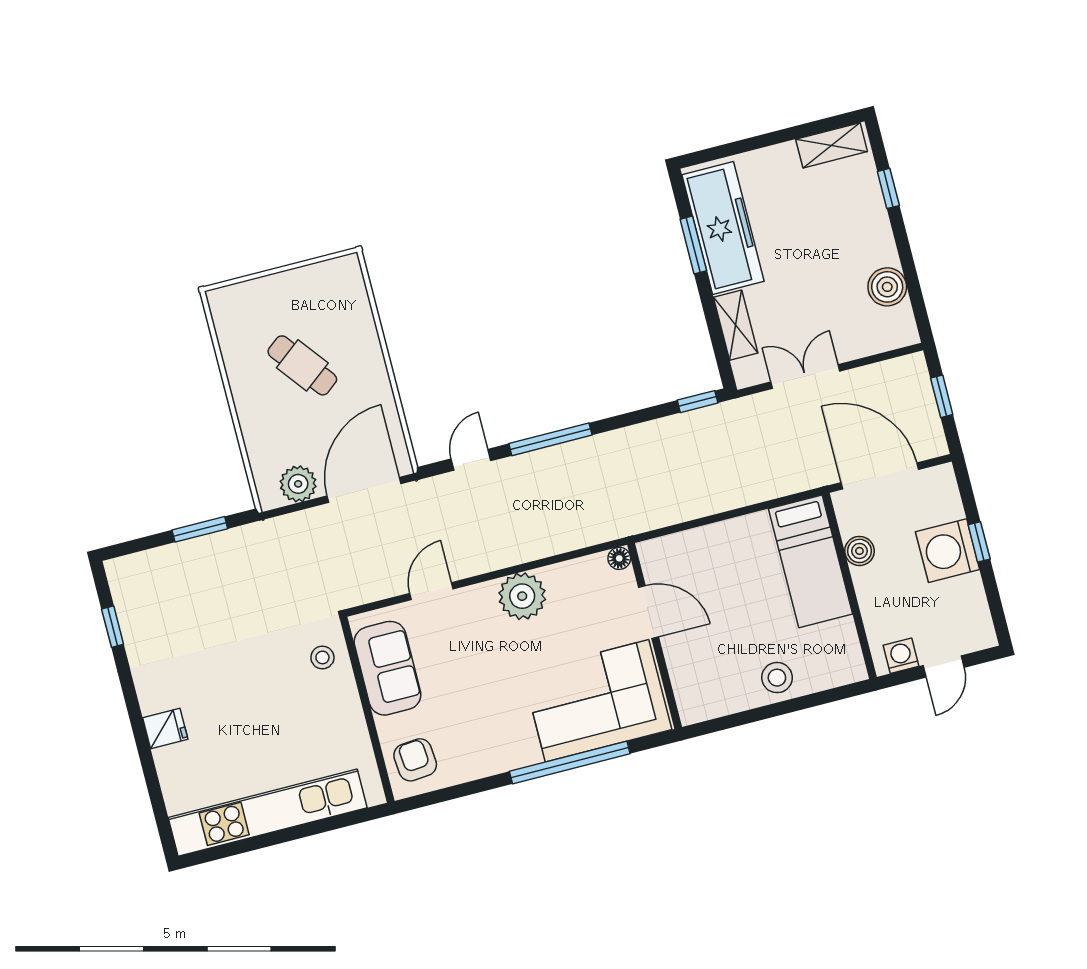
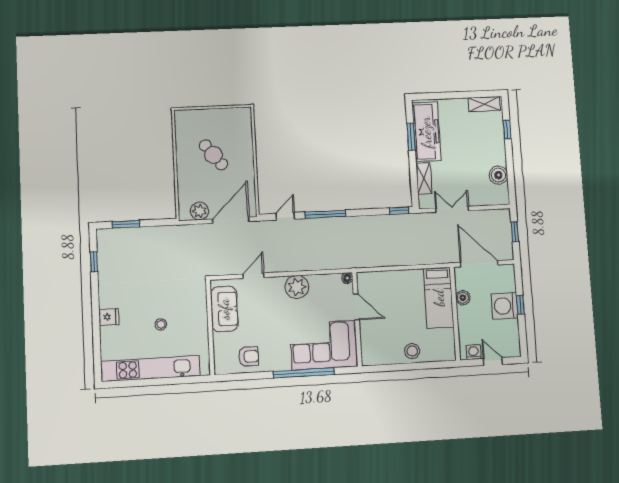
window: (200, 529) -> (126, 224), moved
stool: (322, 657) -> (161, 324), moved
door: (944, 667) -> (493, 361), swing flipped
armchair: (415, 760) -> (249, 356), moved, turned 95

